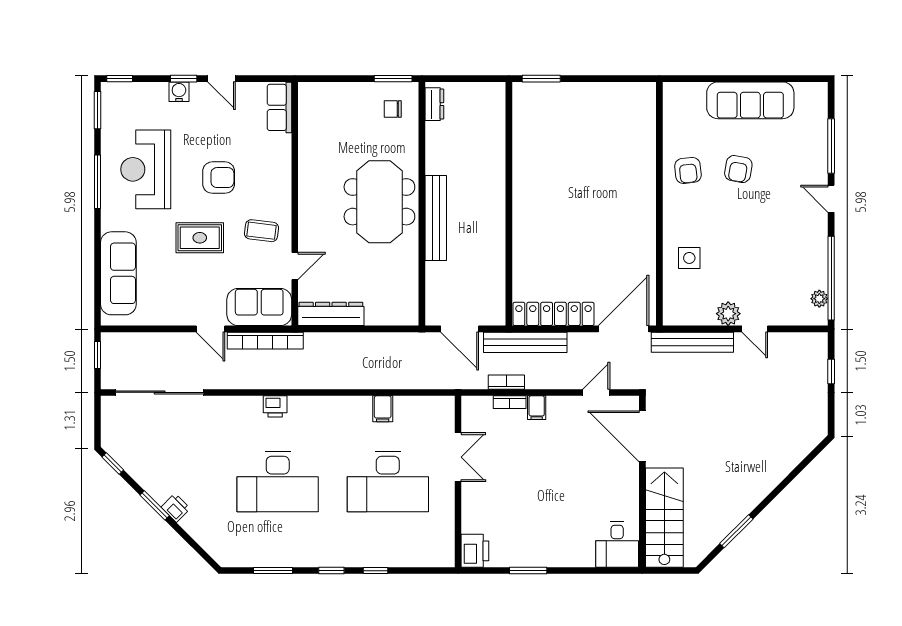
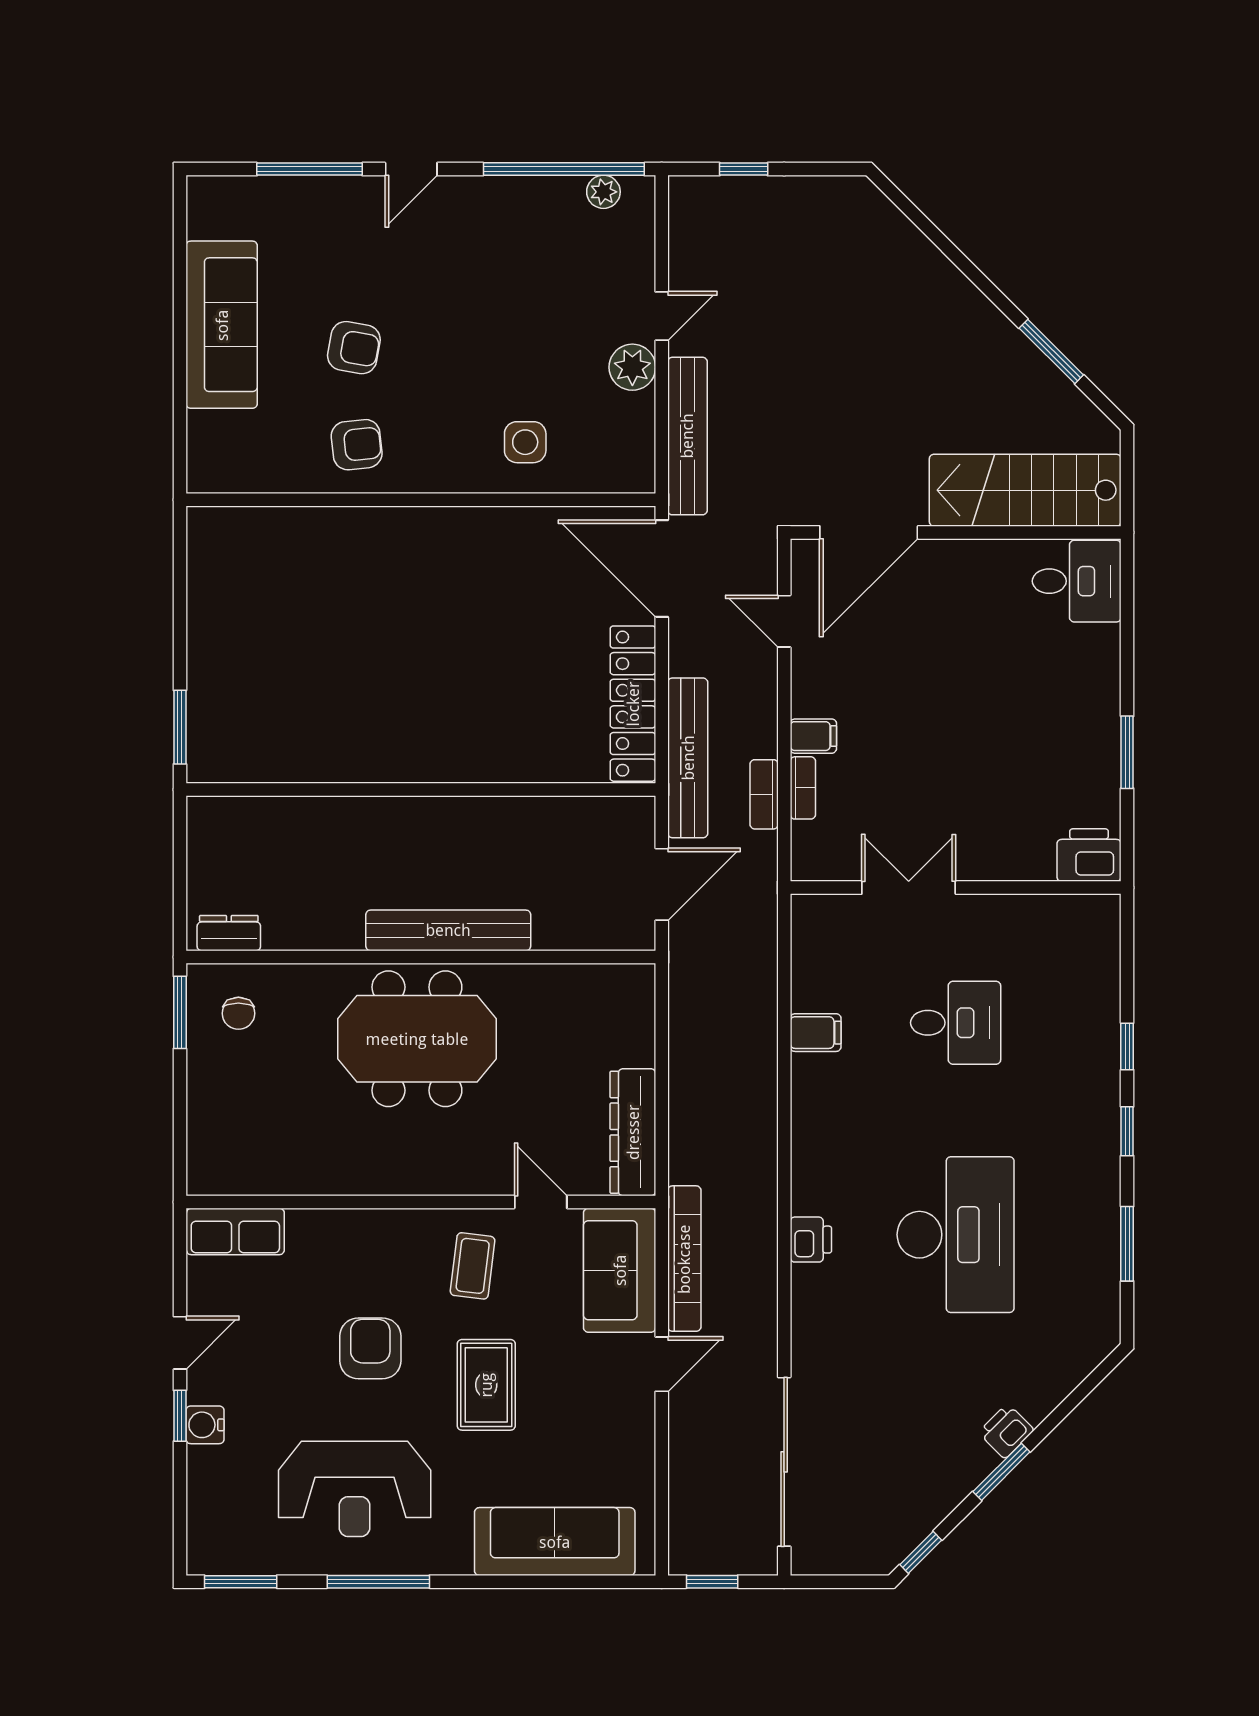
window: (120, 79) -> (180, 1539), removed
desk: (388, 482) -> (956, 1023), width x0.53, depth x0.77

